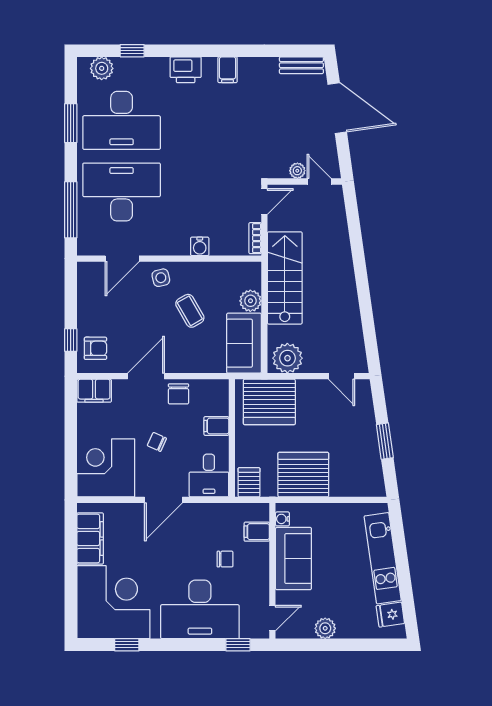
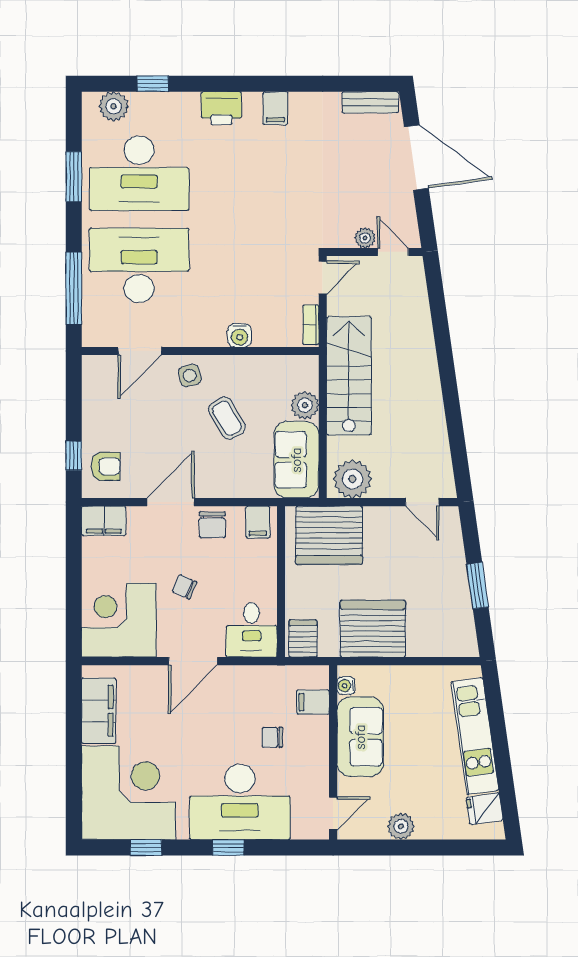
filing cabinet: (216, 426) -> (258, 522), moved, turned -90
chair: (225, 559) -> (272, 737), turned 180
window: (238, 645) -> (228, 848), moved

